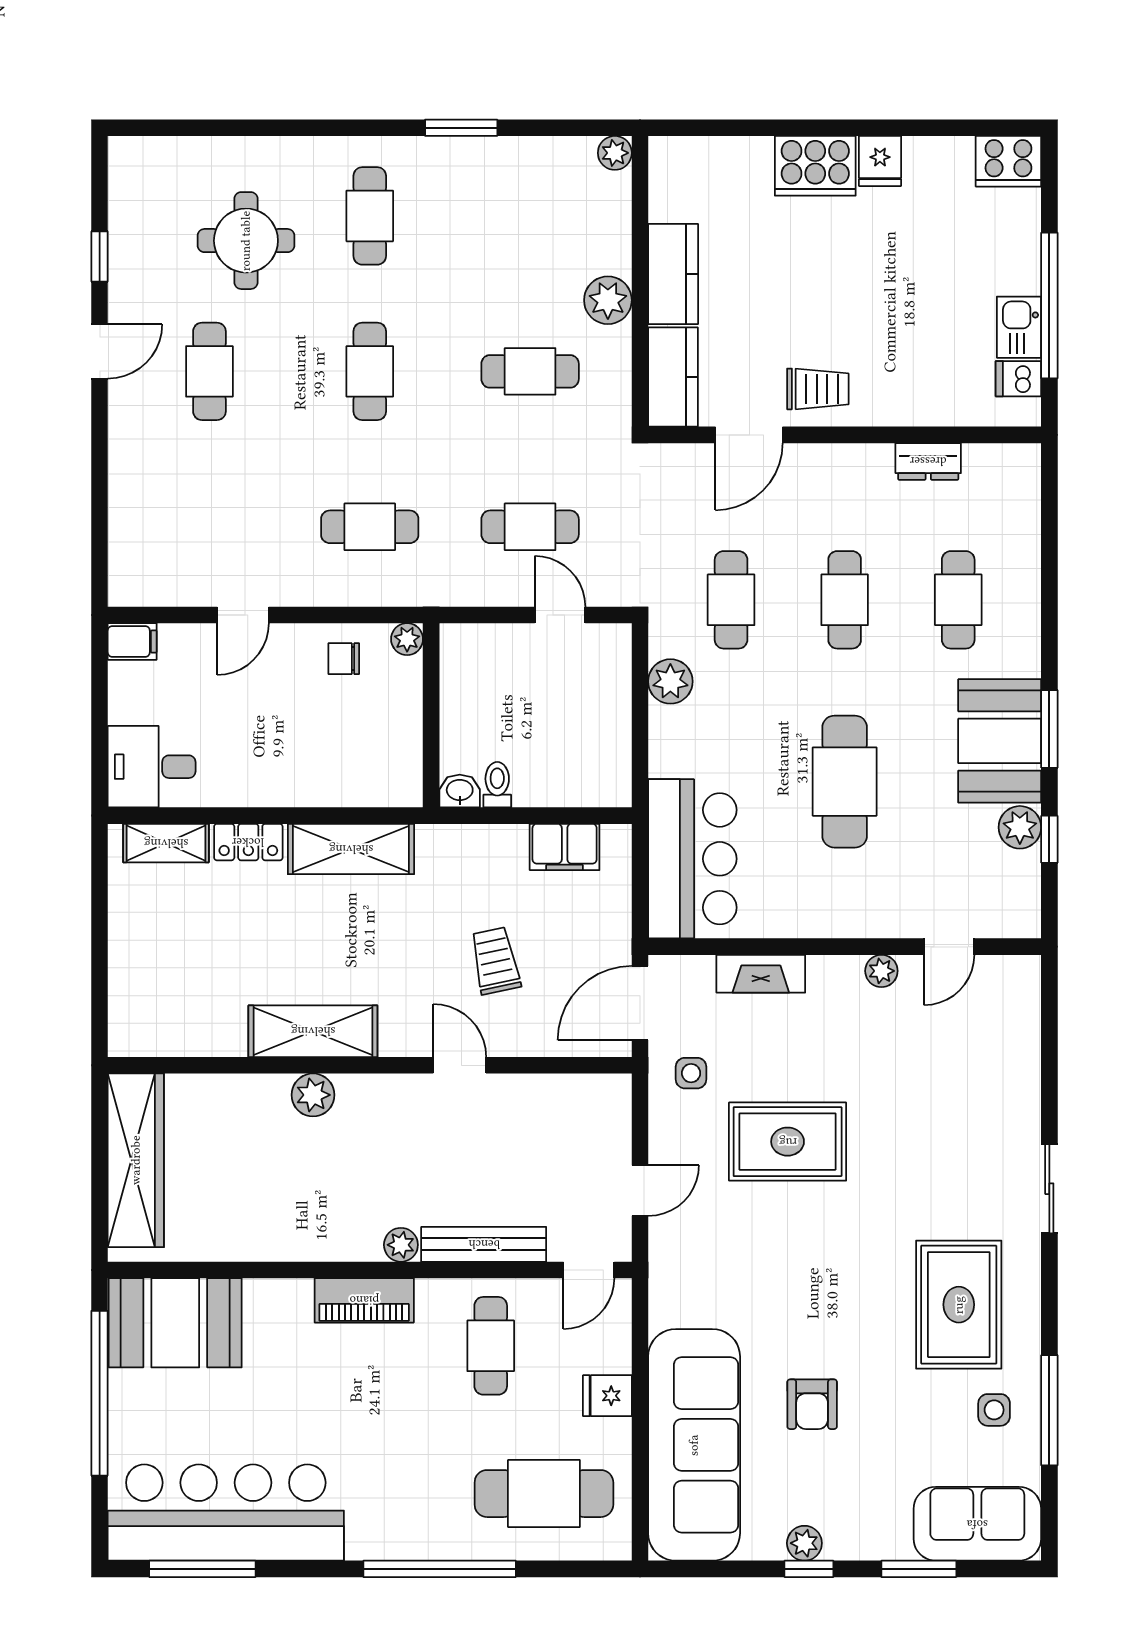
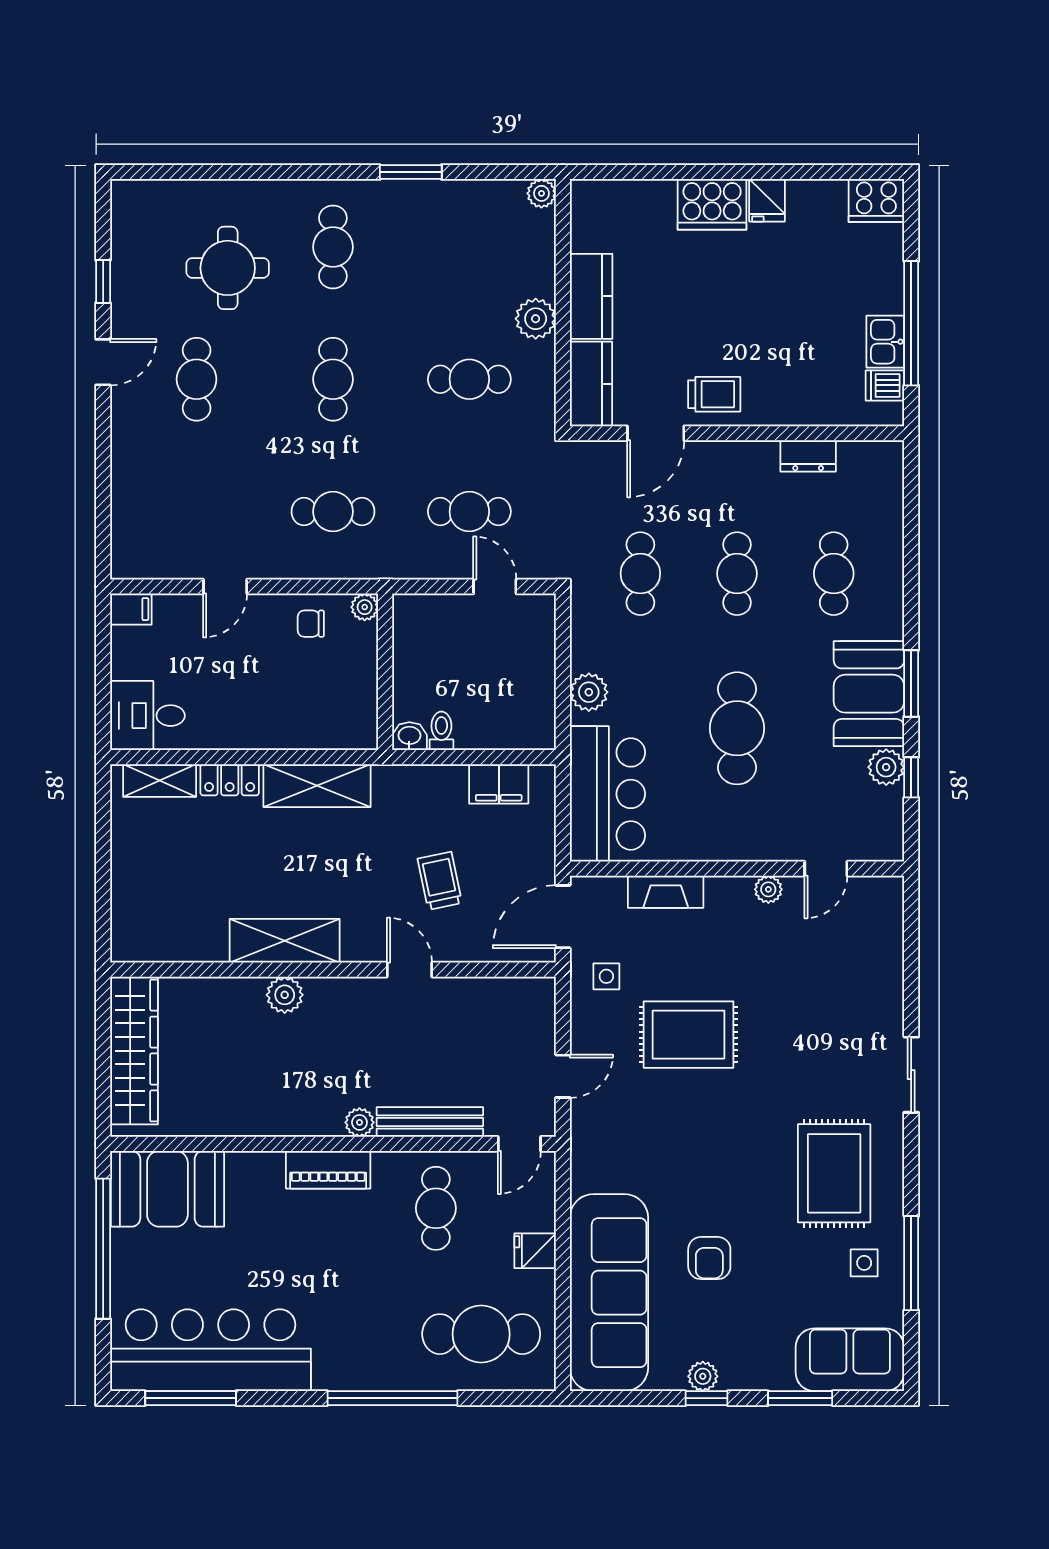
plant: (670, 681) -> (589, 692), moved

